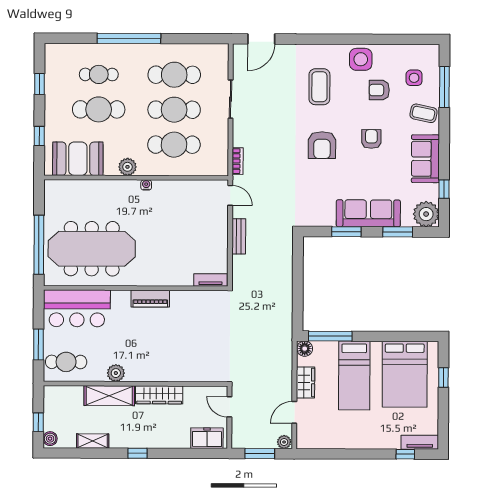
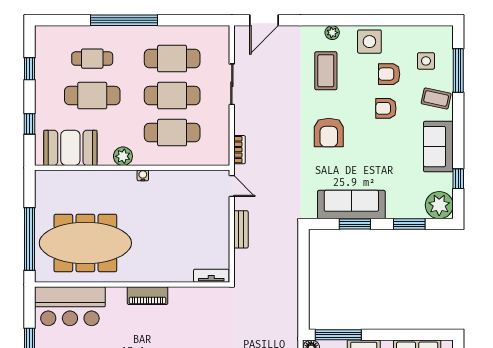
plant: (326, 51) -> (332, 33), added
armchair: (371, 139) -> (386, 108), moved, turned -90
sofa: (368, 213) -> (351, 205), moved

